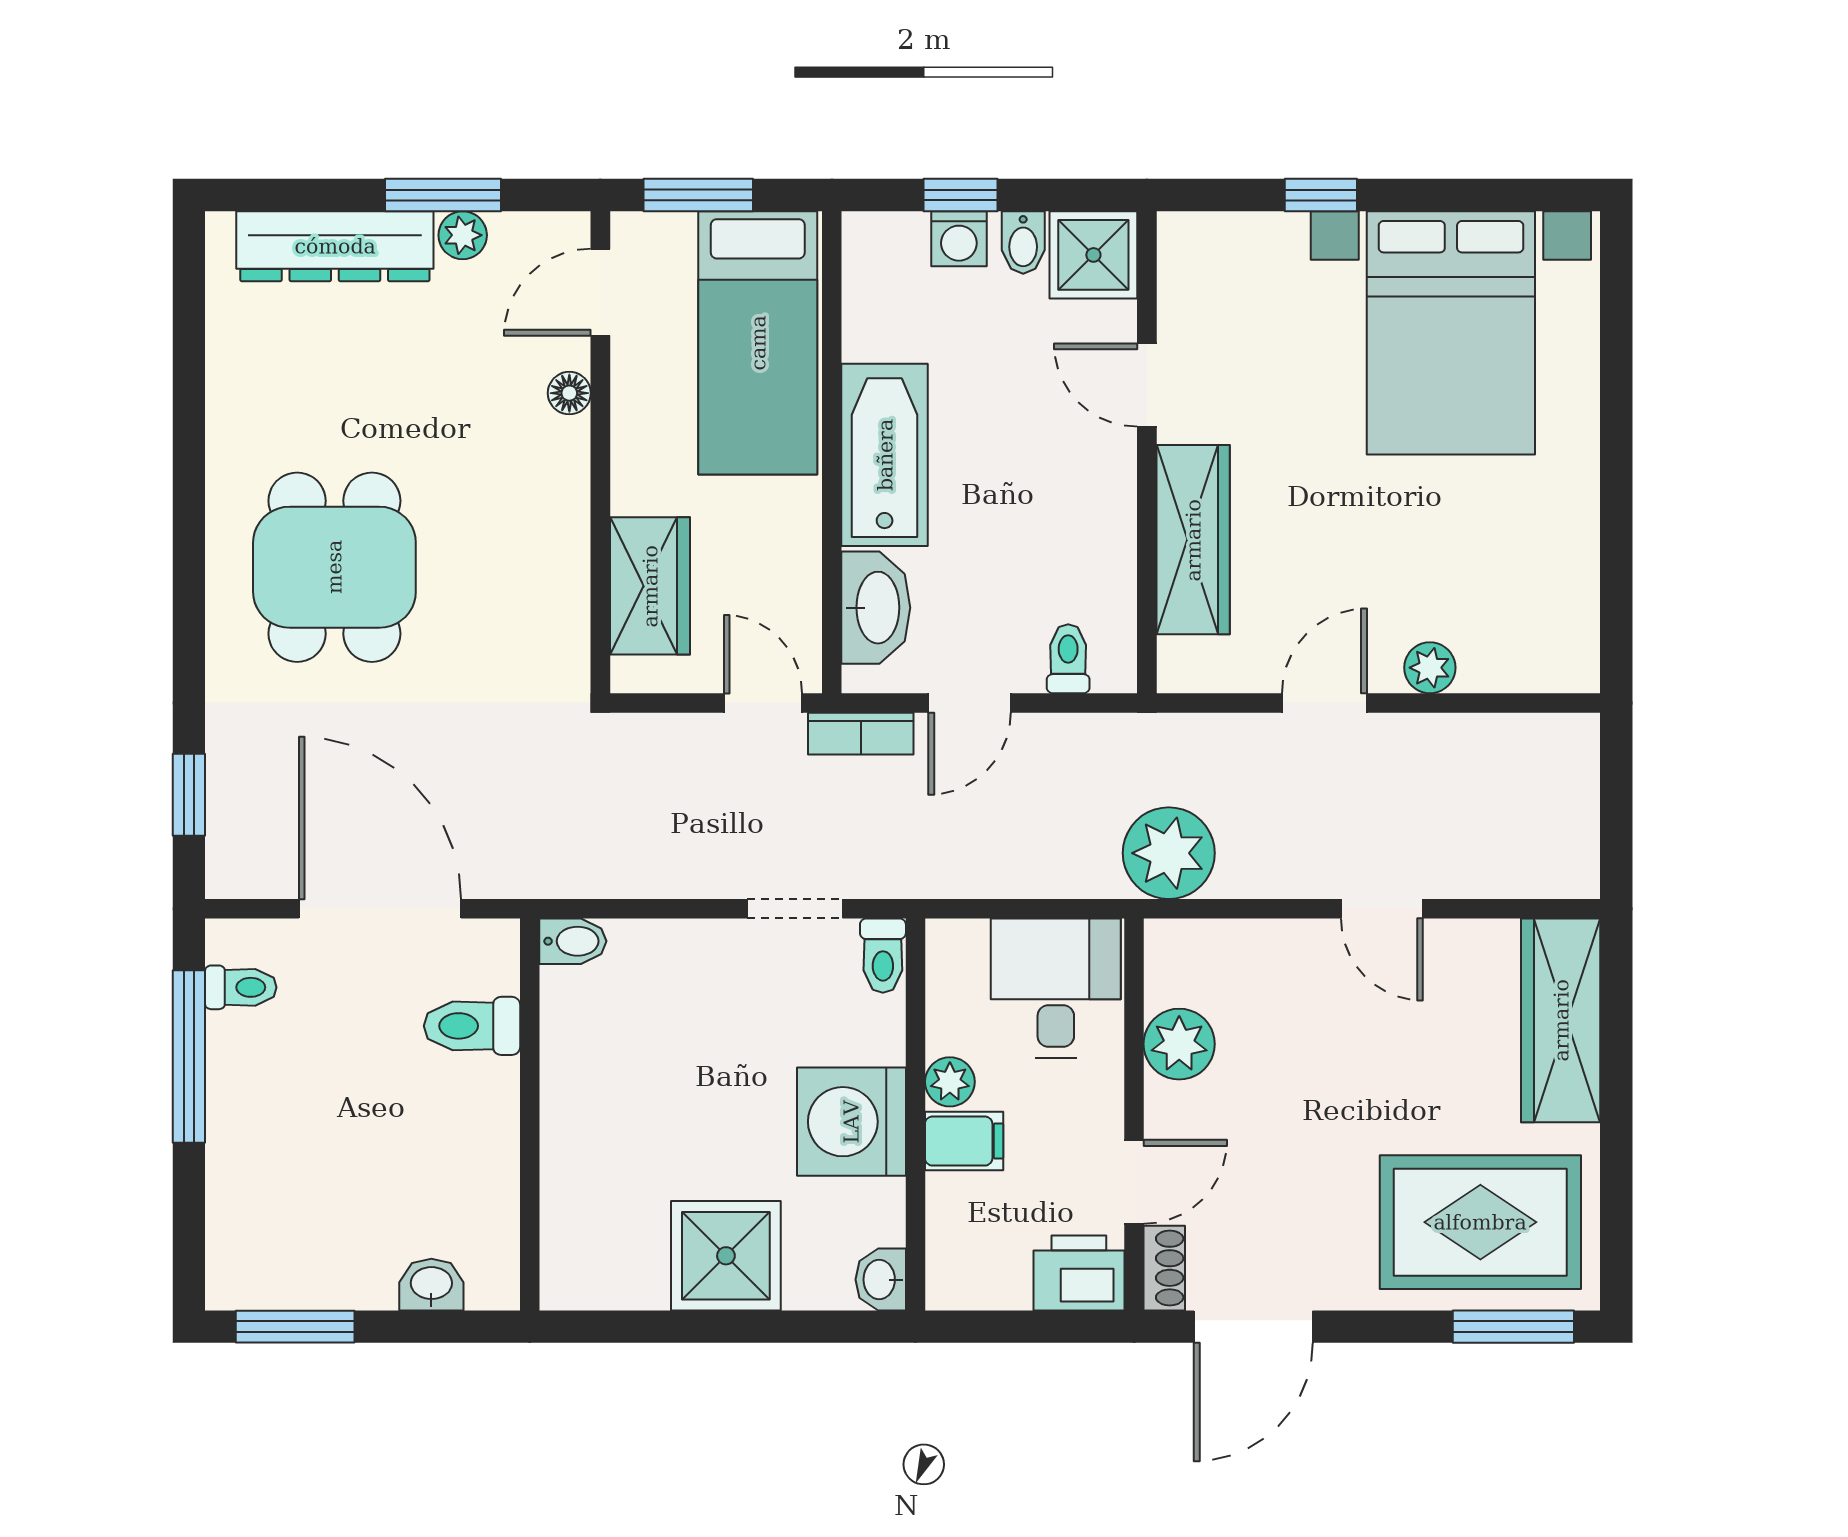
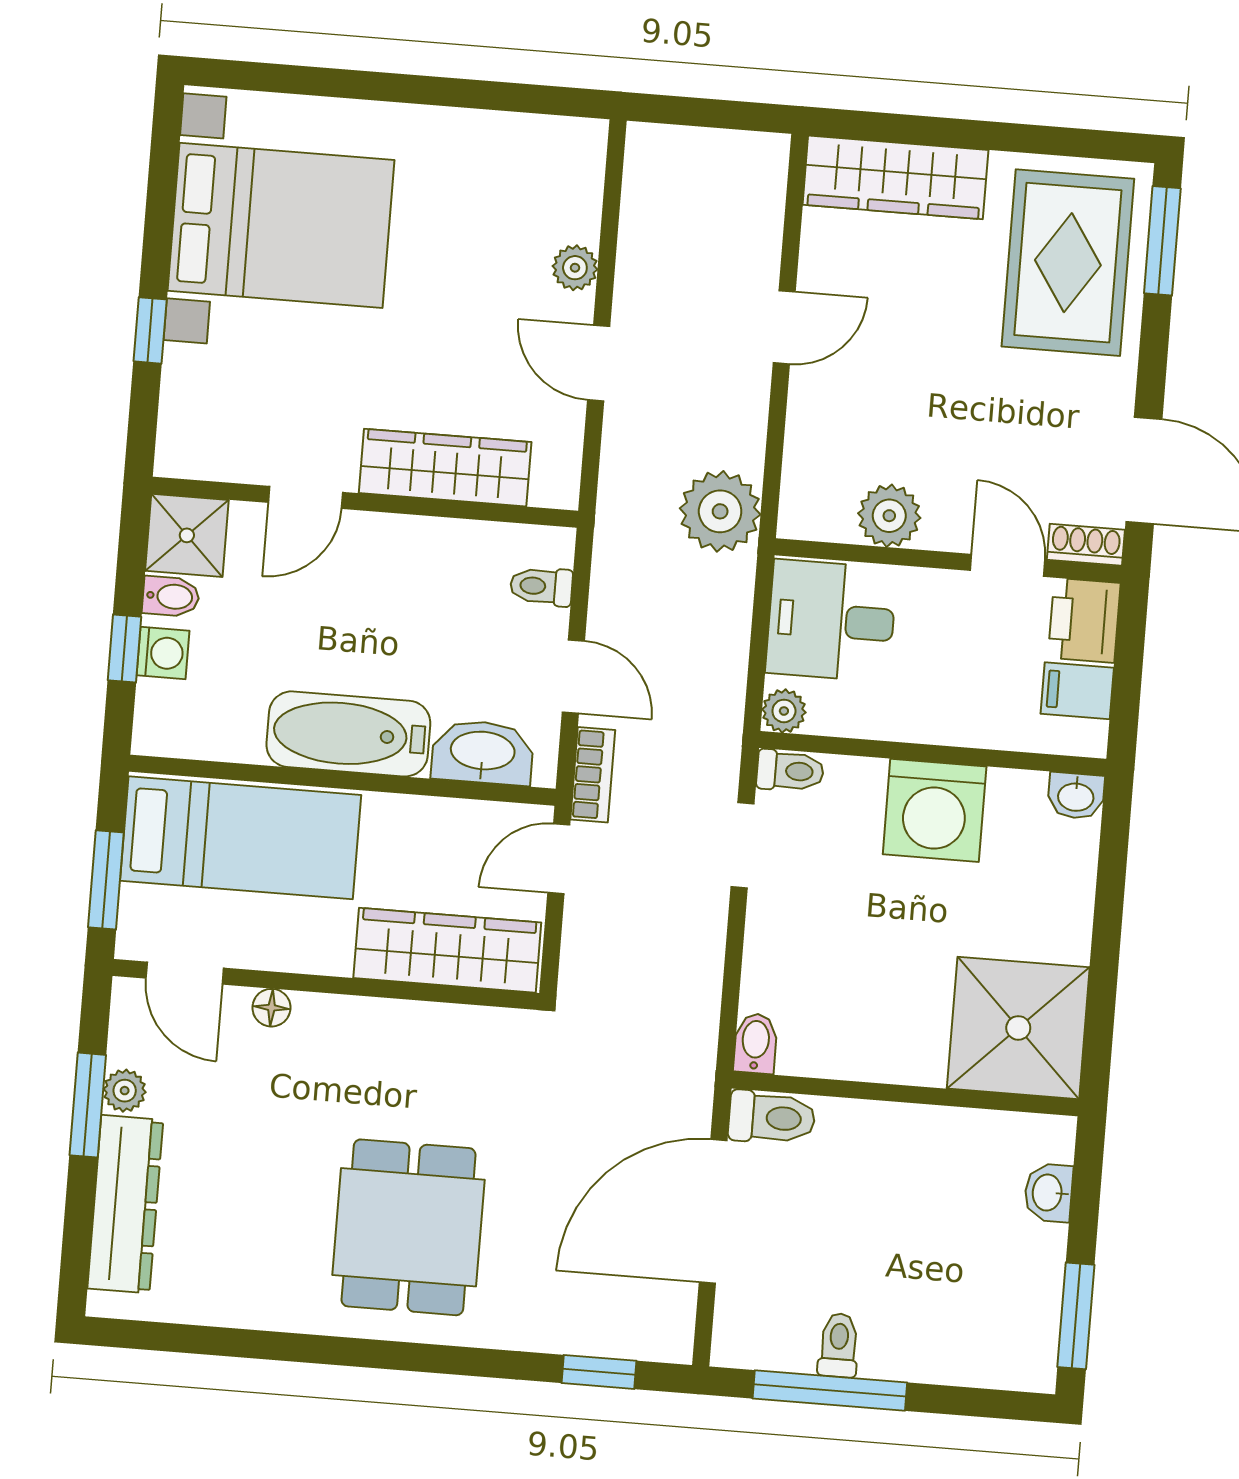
dining table: (334, 567) -> (409, 1227), turned 90
wardrobe: (650, 586) -> (447, 950), width x1.50
toilet: (241, 987) -> (839, 1345), moved
toilet: (472, 1026) -> (772, 1118), moved, turned -90
plant: (950, 1082) -> (784, 711), moved
filing cabinet: (964, 1141) -> (1077, 691), moved, turned -90
shower: (726, 1256) -> (1018, 1028), moved, width x1.37, depth x1.37

